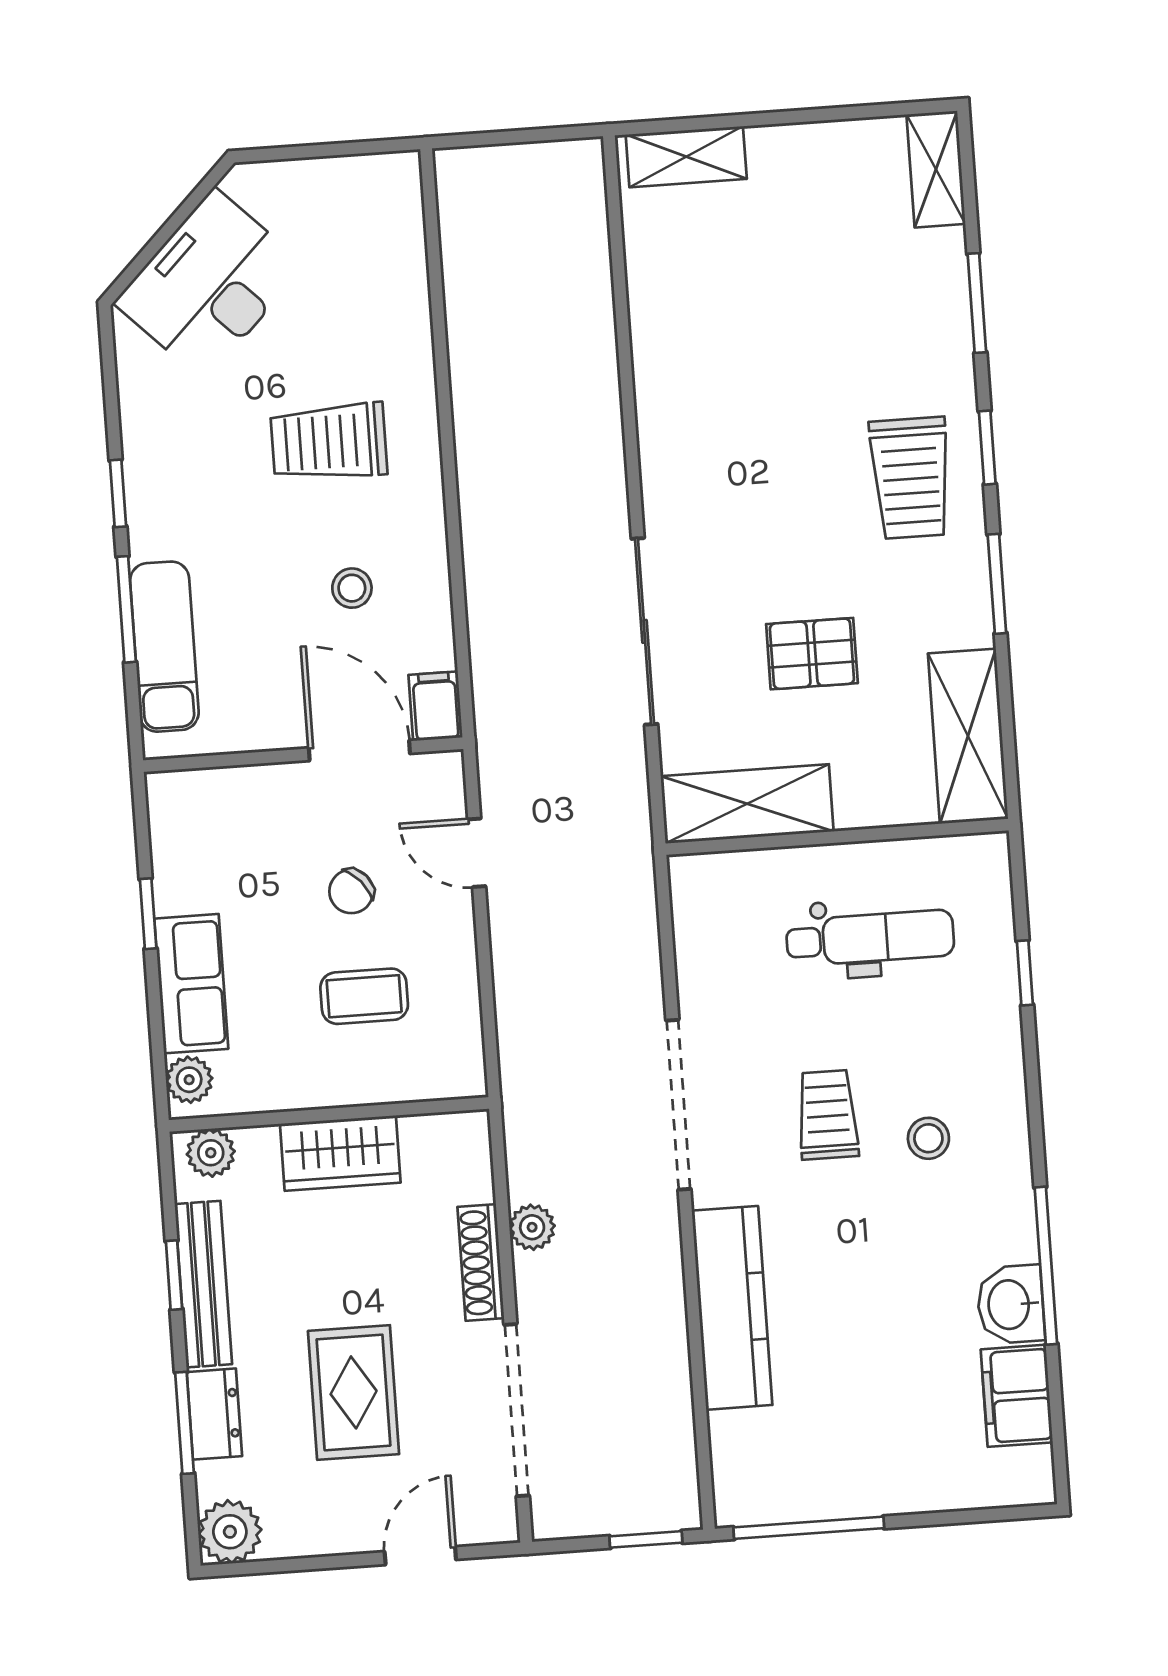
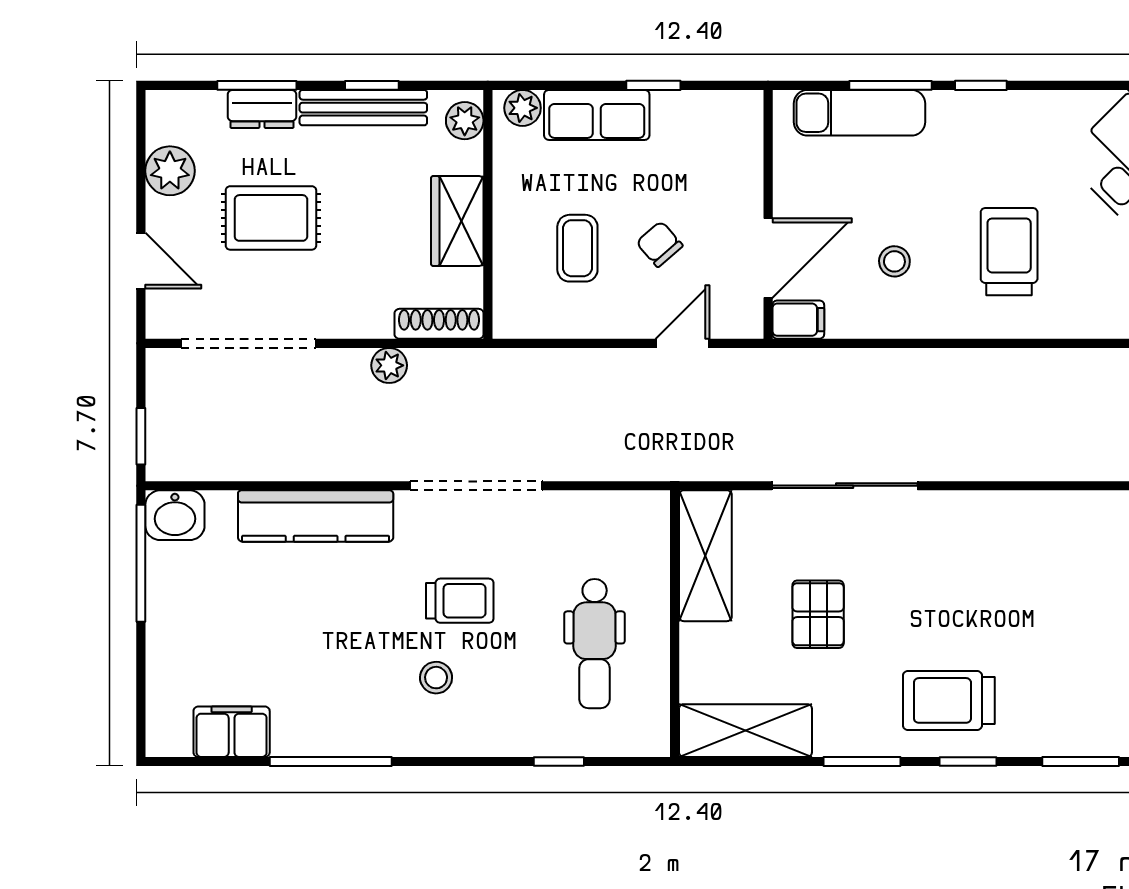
shoe rack: (481, 1262) -> (439, 324), moved
washbasin: (1011, 1304) -> (175, 515), moved, turned 180
plant: (230, 1532) -> (170, 171), moved

